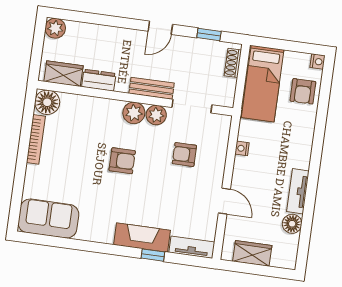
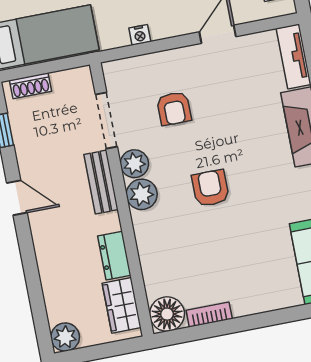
bookcase: (36, 139) -> (209, 315), width x0.64

